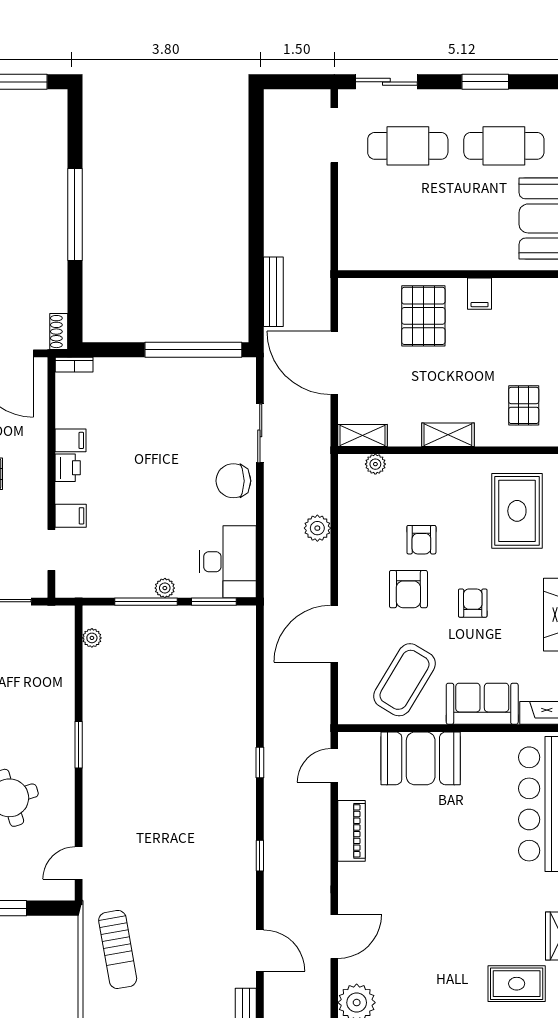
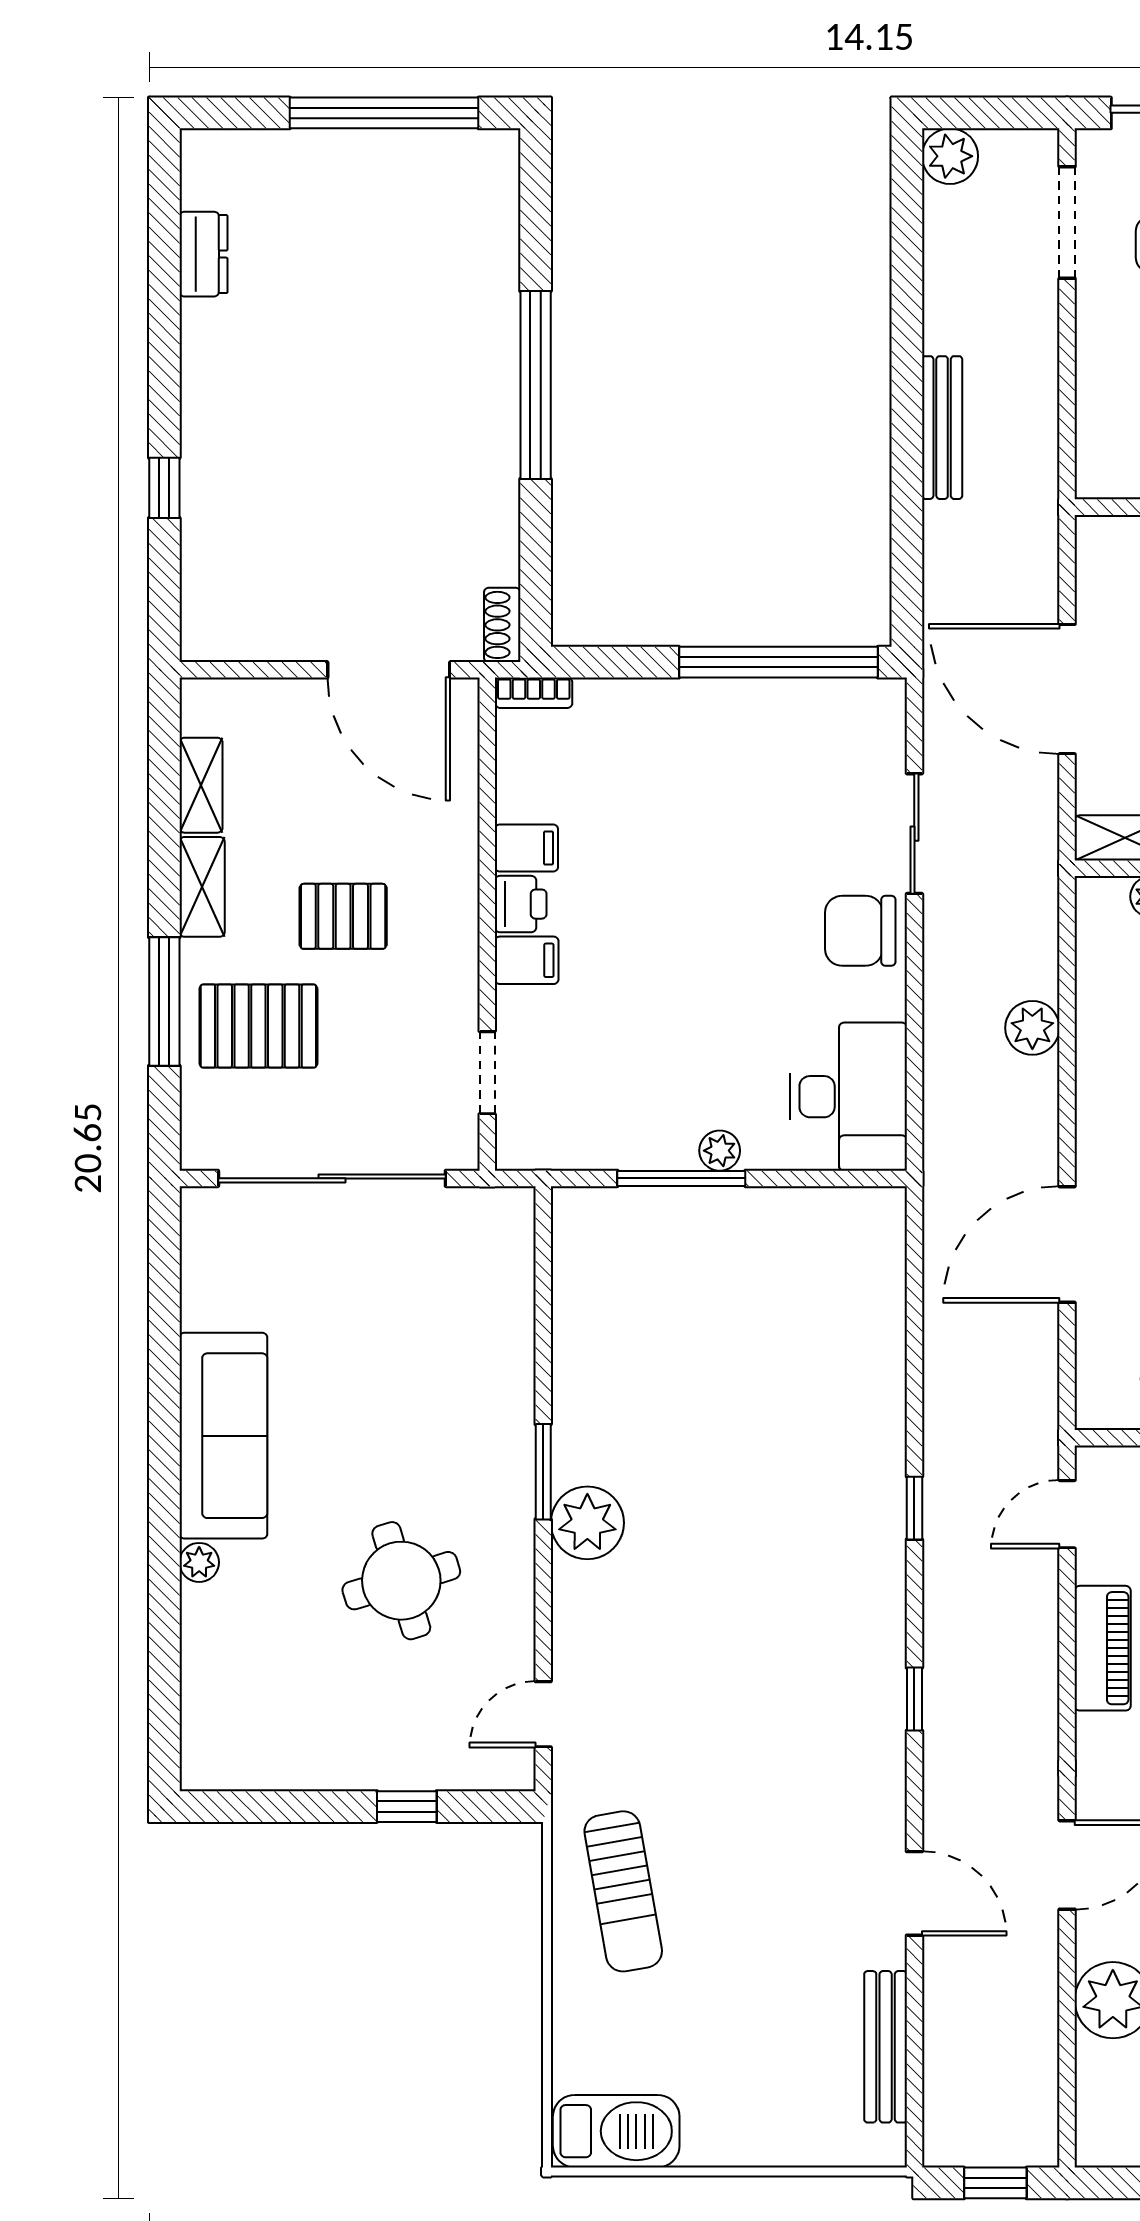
plant: (277, 103) -> (950, 156), added
bench: (273, 292) -> (942, 428), moved
filing cabinet: (71, 516) -> (527, 960), moved
window: (214, 602) -> (820, 1178), removed
plant: (92, 638) -> (587, 1523), moved, width x1.88, depth x1.88

